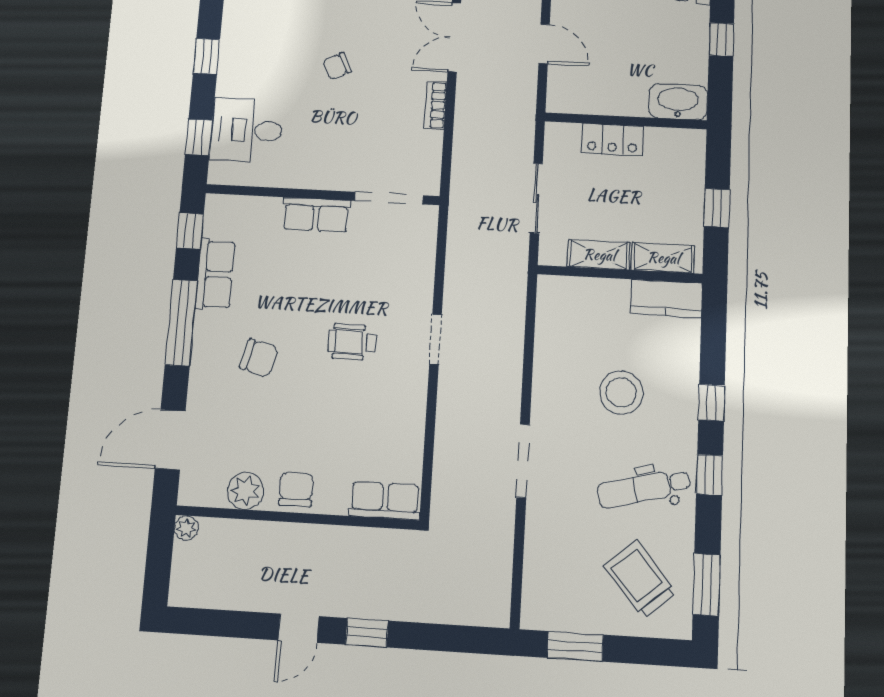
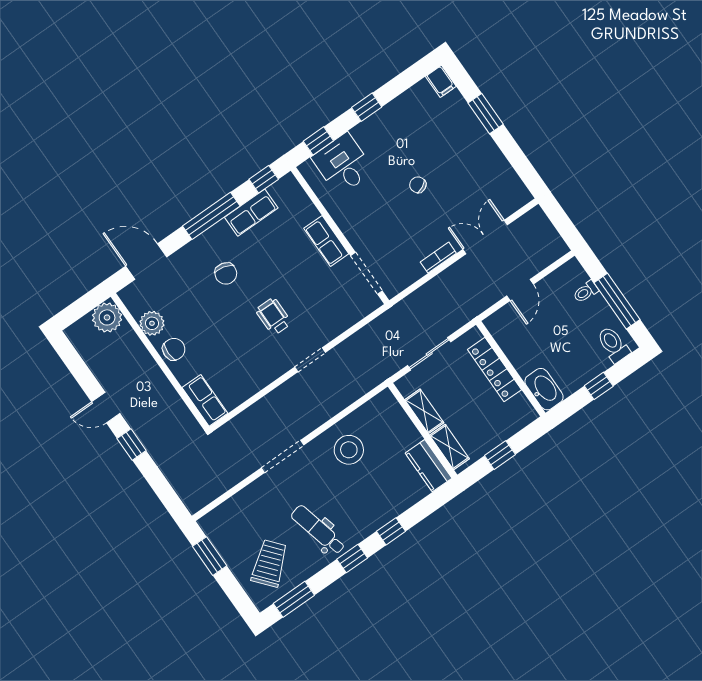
locker: (612, 139) -> (494, 370), width x1.53
stool: (621, 392) -> (349, 450), moved
plant: (186, 528) -> (107, 317), width x1.87, depth x1.87

